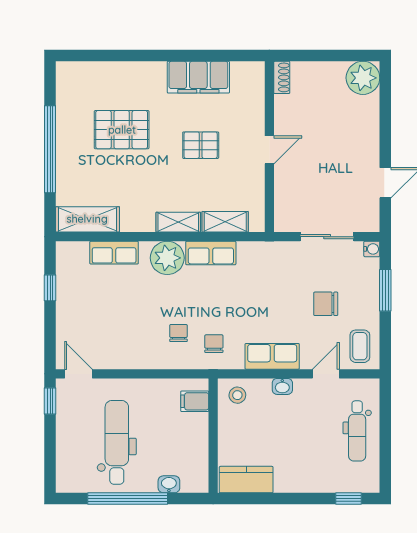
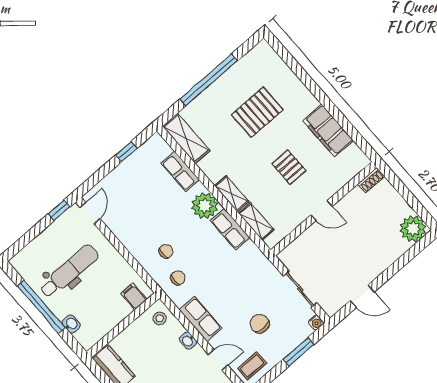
pallet: (122, 130) -> (257, 112), turned 90

